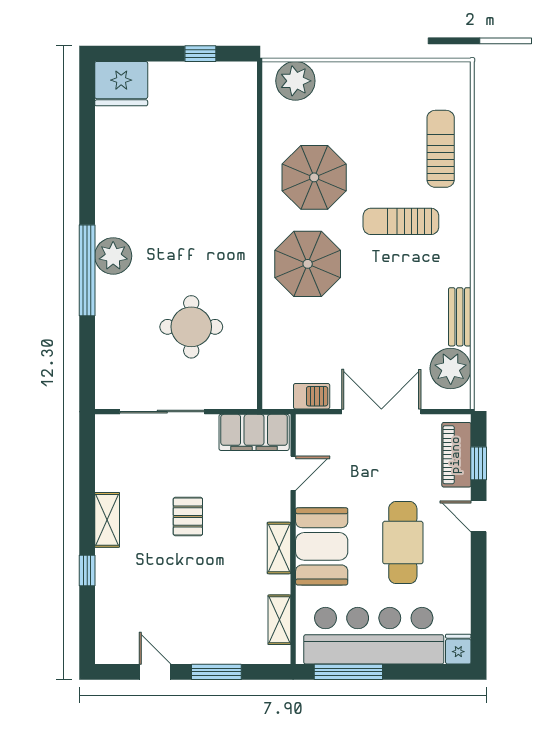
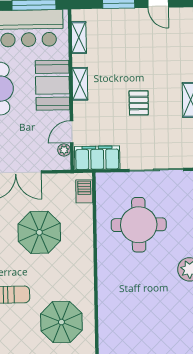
parasol: (308, 264) -> (39, 232), moved
round table: (191, 327) -> (139, 225), width x1.36, depth x1.36
barbecue: (312, 396) -> (84, 191), moved, turned 90
plant: (305, 445) -> (64, 150), added

